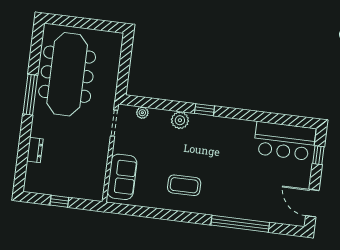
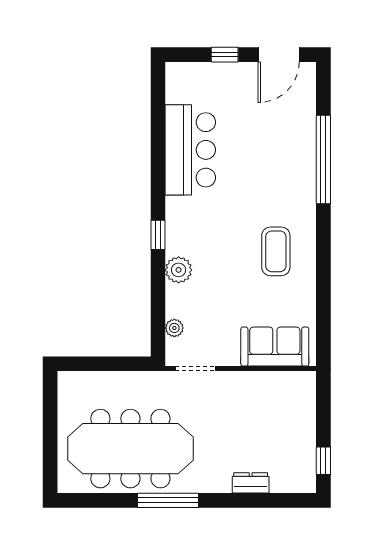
bar counter: (284, 141) -> (190, 150), moved
window: (318, 155) -> (225, 55), moved
window: (59, 201) -> (323, 461), moved

